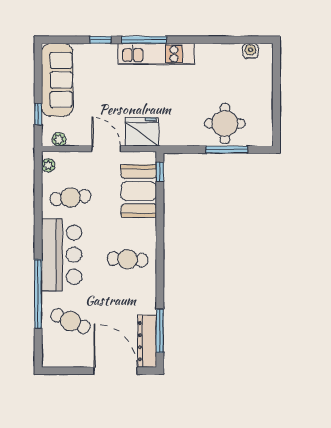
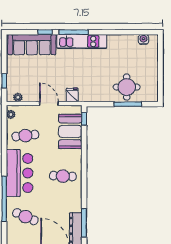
sofa: (57, 80) -> (32, 45), moved, turned 90
fridge: (142, 132) -> (72, 95), width x0.53, depth x0.75

